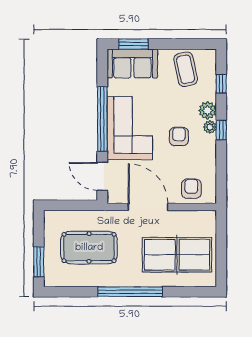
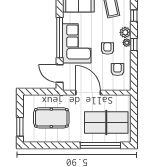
armchair: (191, 189) -> (117, 70), moved
window: (130, 292) -> (100, 145), moved

